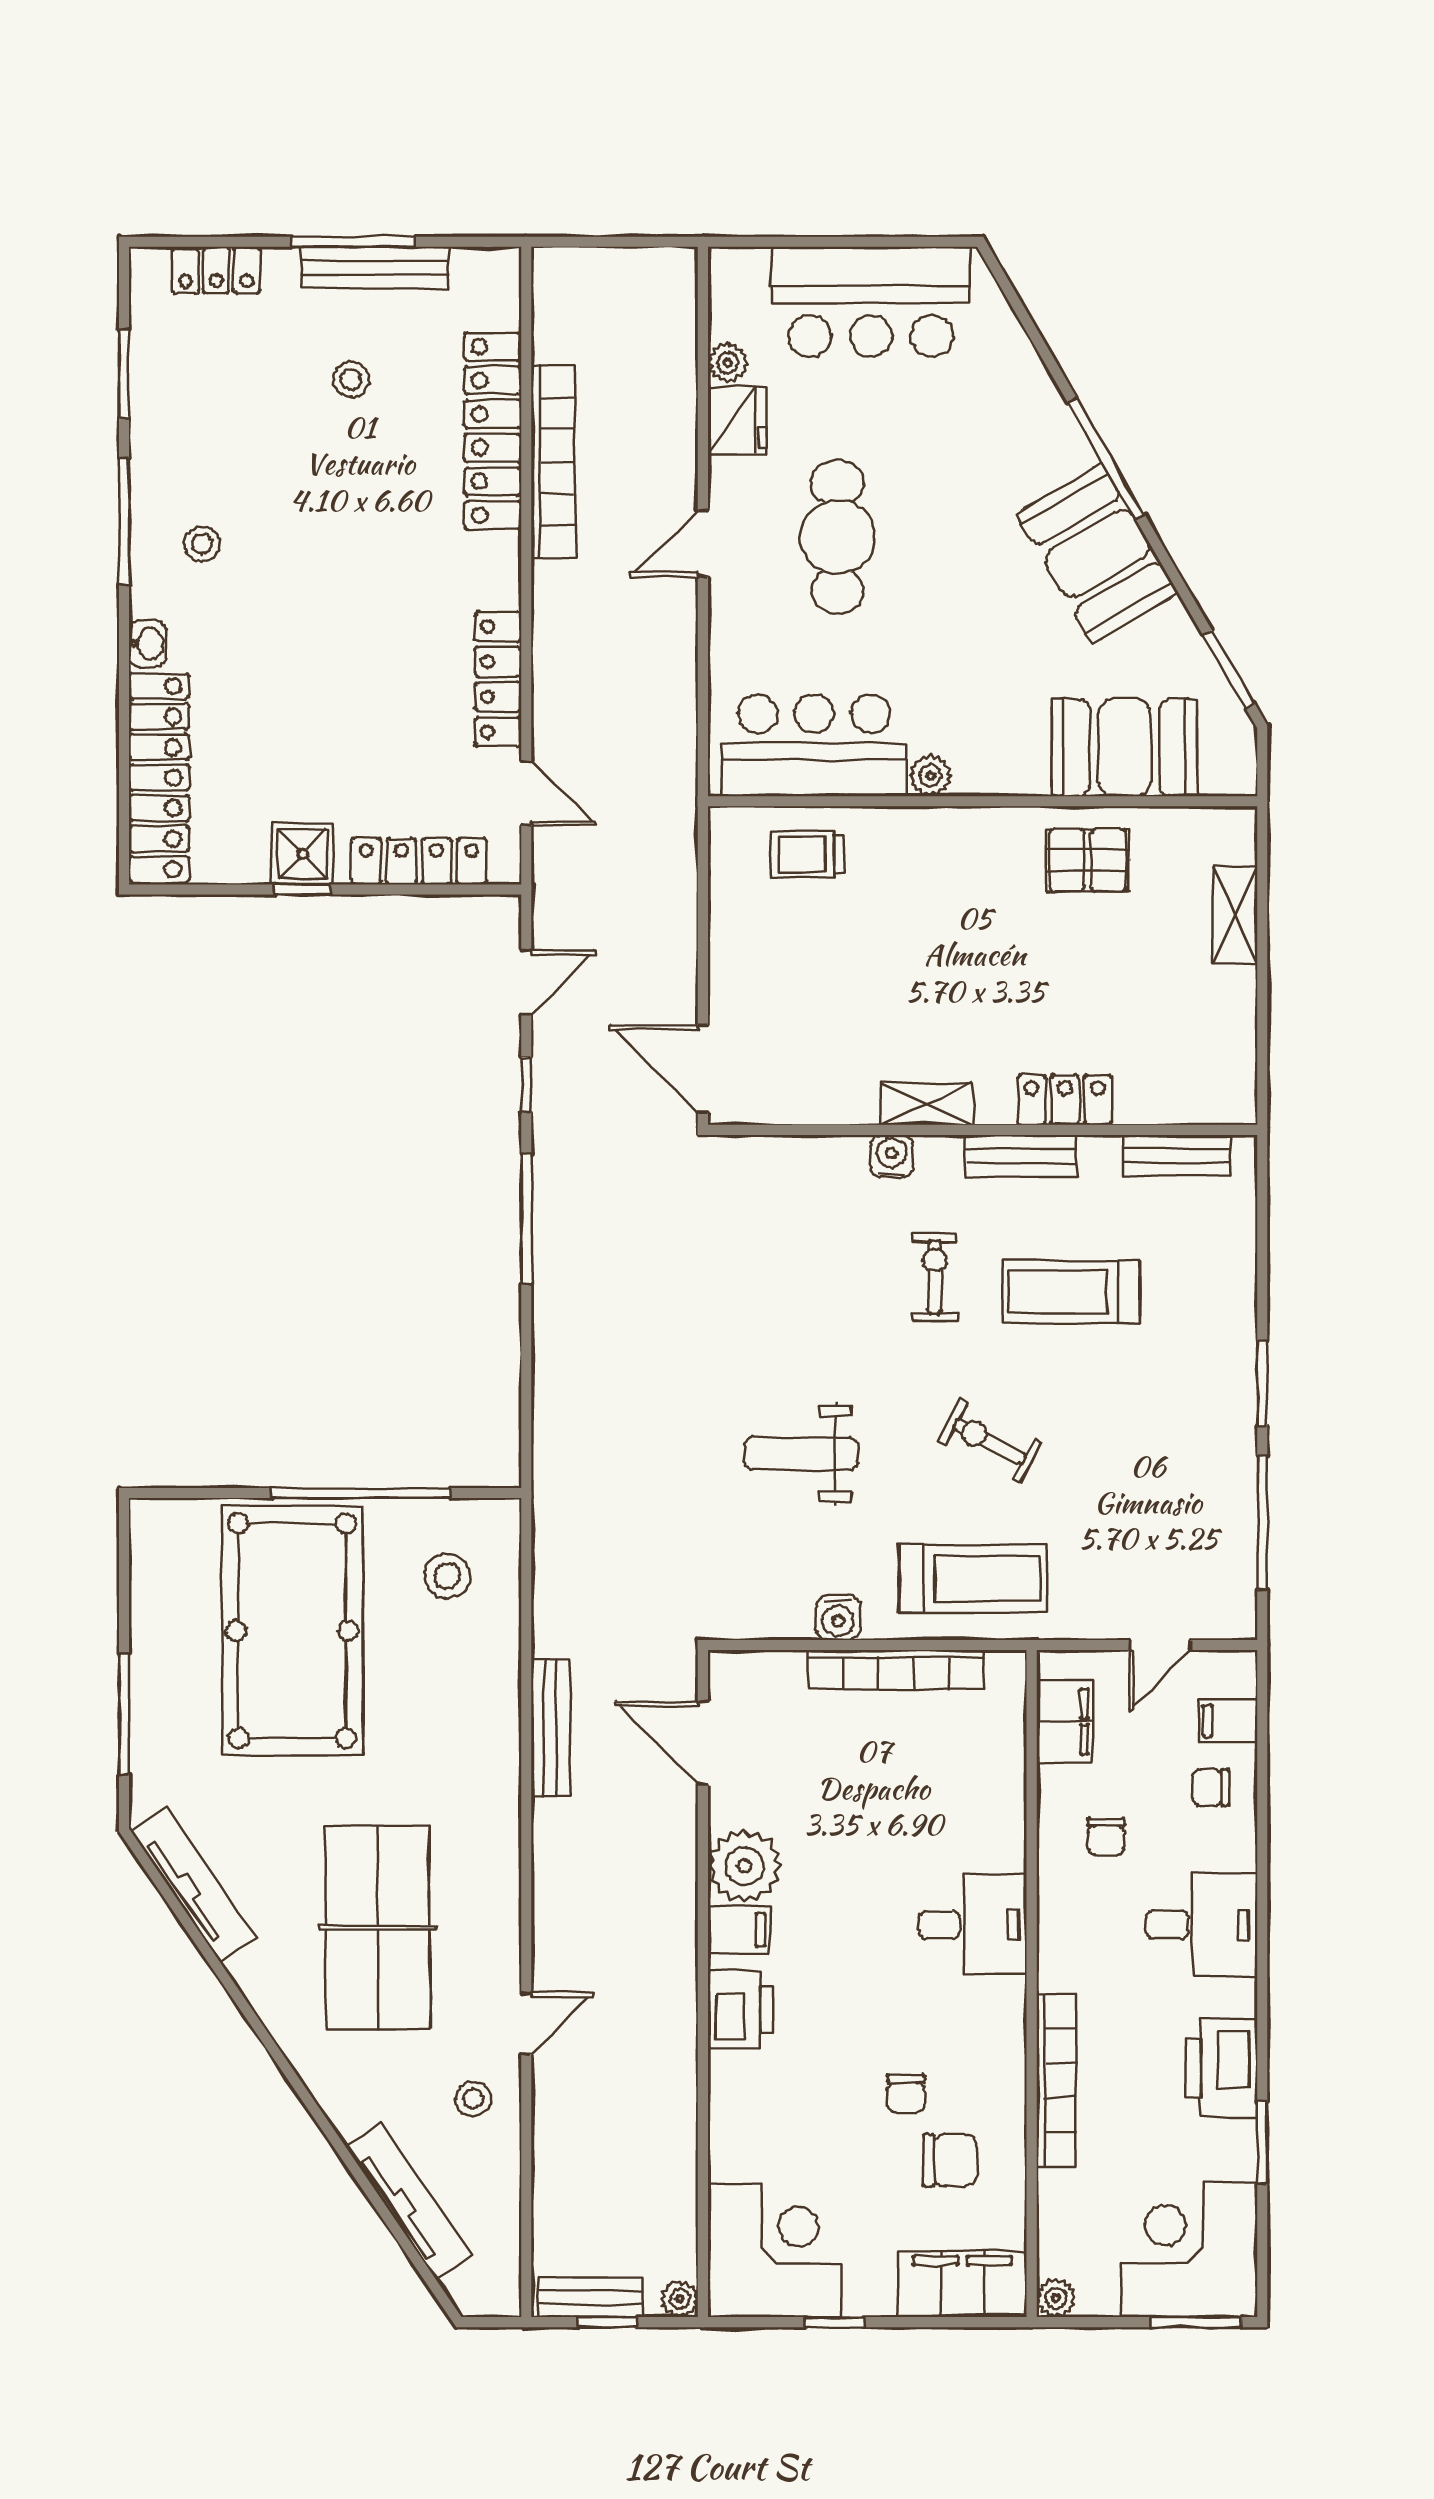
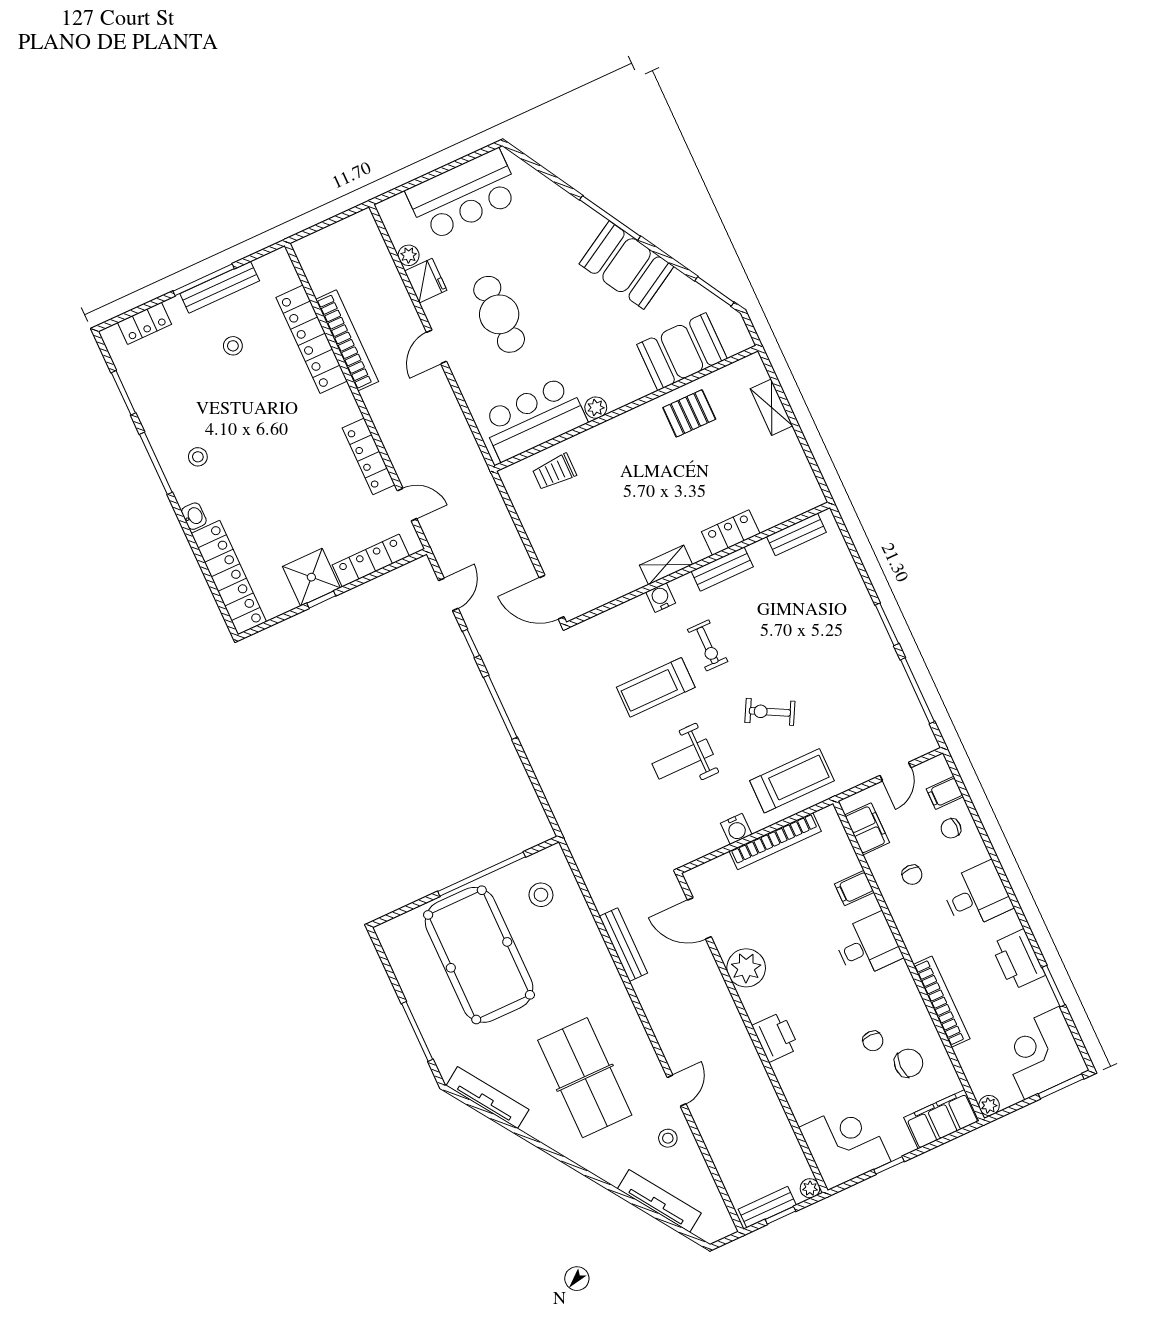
shower: (303, 854) -> (311, 577), width x1.36, depth x1.36
exercise bike: (935, 1277) -> (708, 645), turned 180
treadmill: (1071, 1292) -> (656, 687), moved
filing cabinet: (739, 1930) -> (854, 888), moved, turned 180

